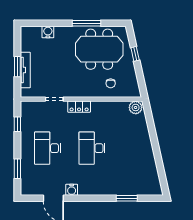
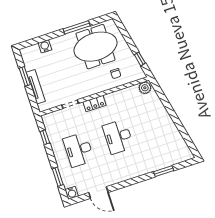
window: (135, 54) -> (140, 59), moved
window: (17, 67) -> (25, 76), moved
water cooler: (72, 190) -> (72, 193), moved

